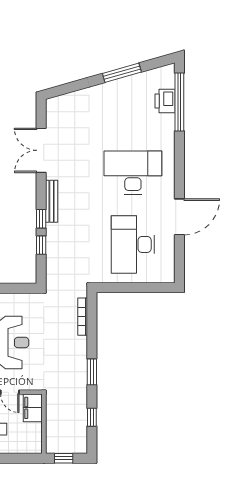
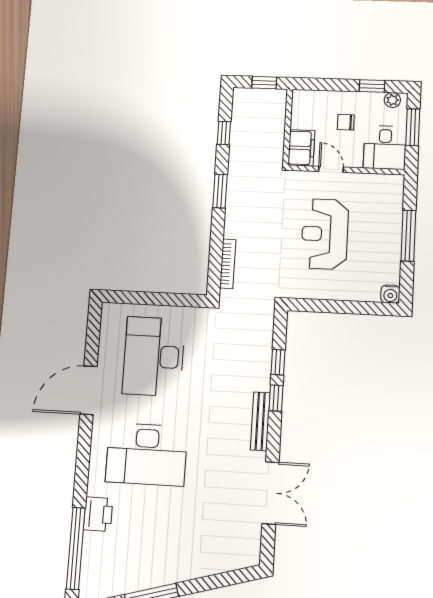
printer: (165, 101) -> (98, 514), moved
desk: (133, 244) -> (154, 356), turned 180

